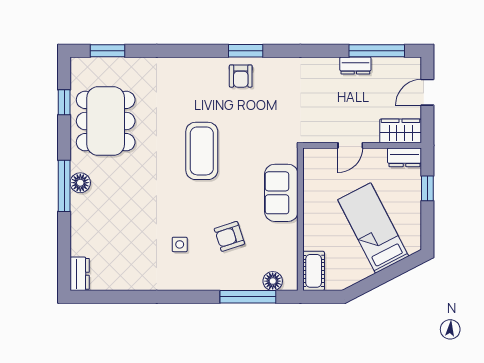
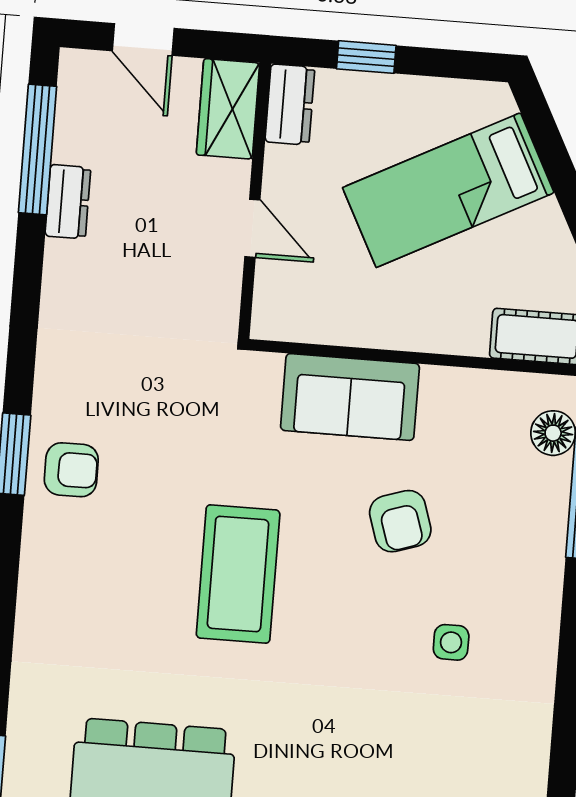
coffee table: (202, 151) -> (238, 574), turned 90
armchair: (229, 236) -> (400, 521), moved

